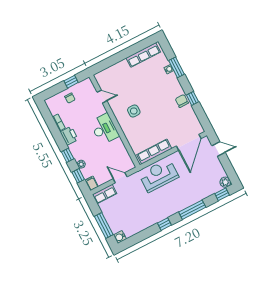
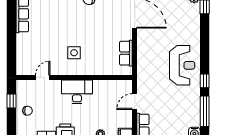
row of seats: (154, 152) -> (126, 53), width x0.68
reception desk: (159, 175) -> (182, 65), moved, turned 180
window: (192, 210) -> (205, 111), moved

